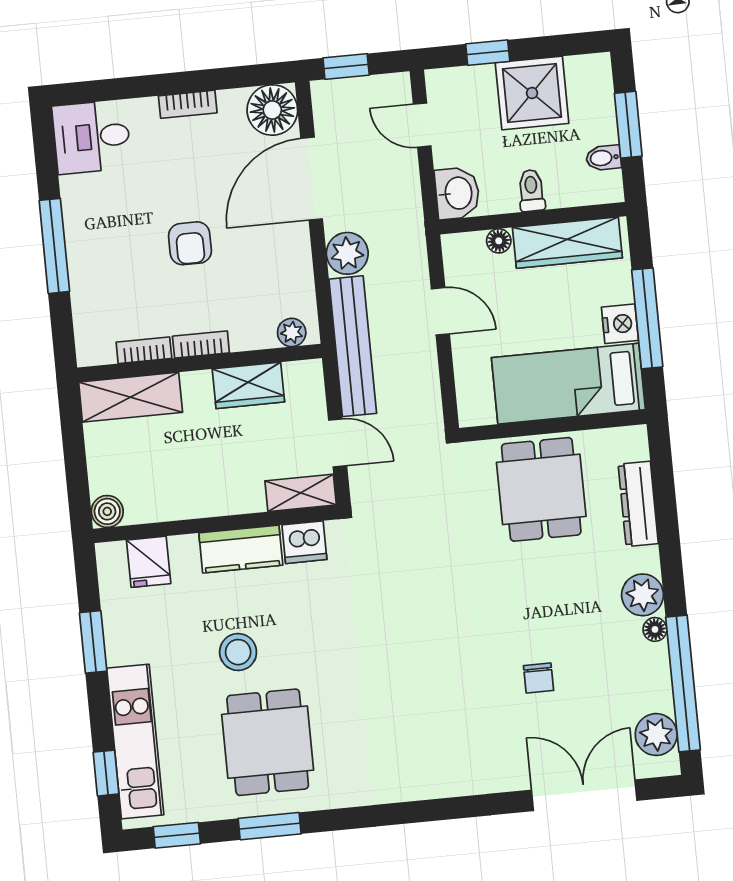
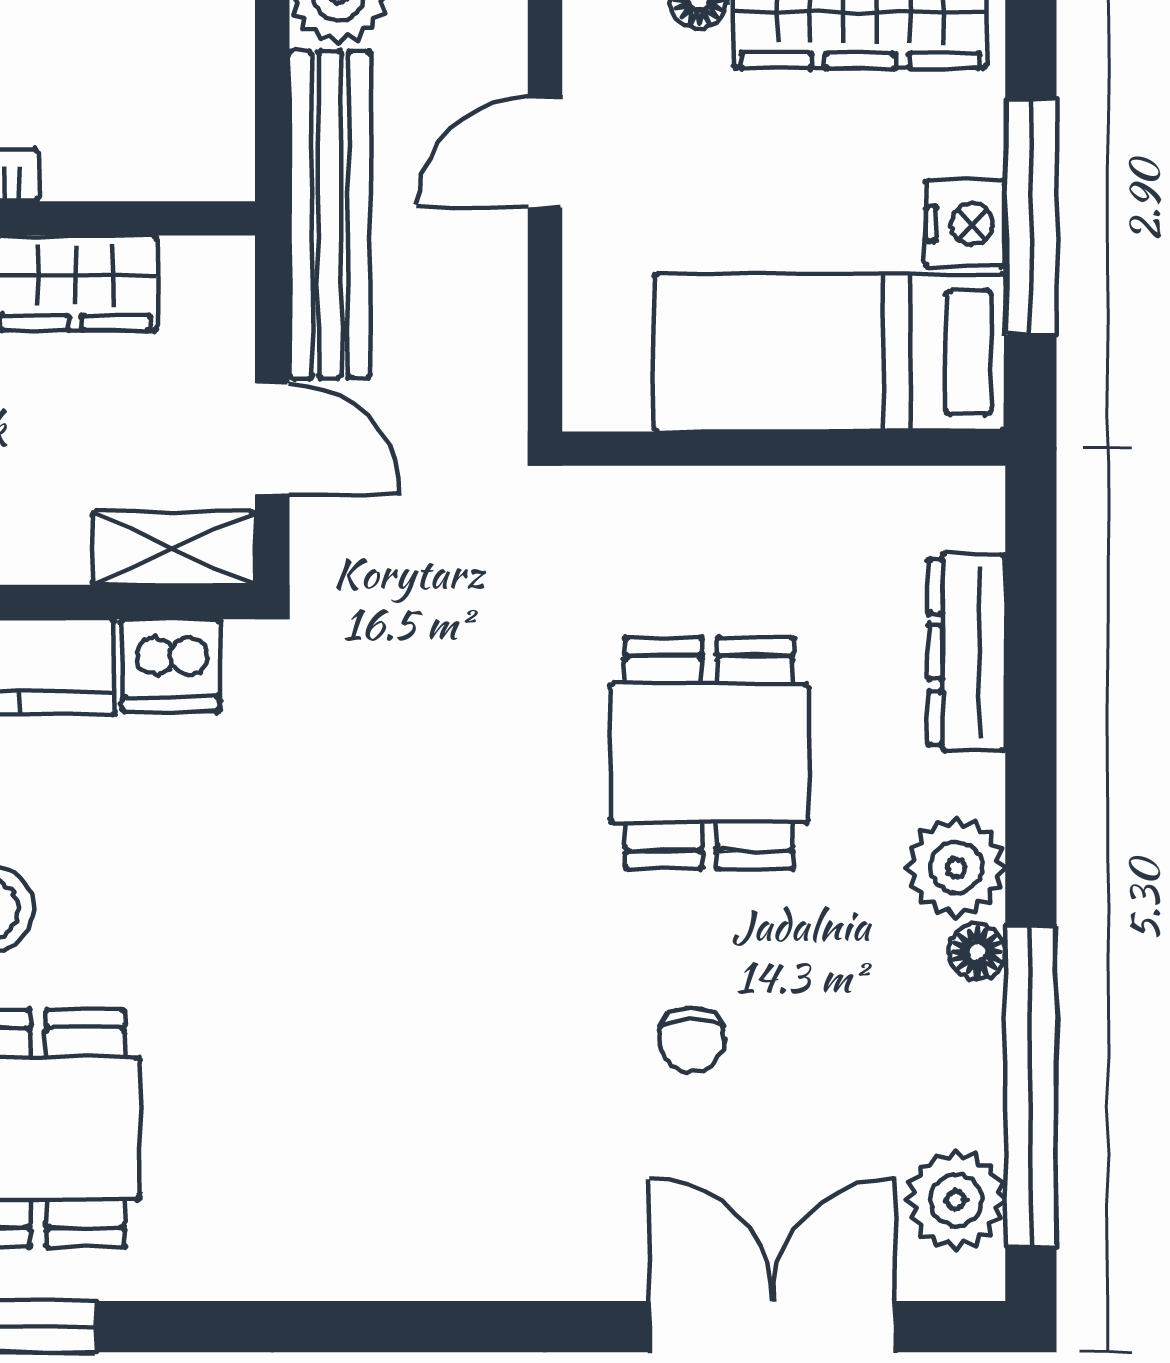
door: (440, 311) -> (545, 152), swing flipped
plant: (292, 332) -> (189, 168), removed
dining table: (541, 489) -> (709, 753), moved

